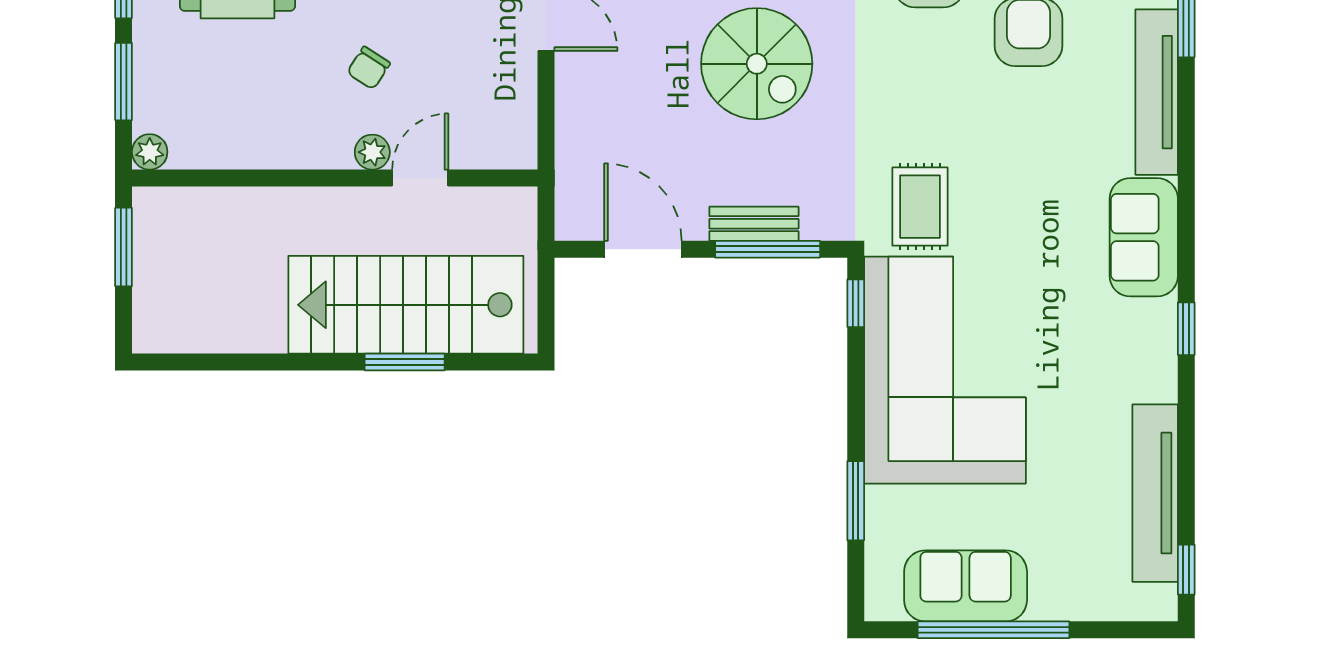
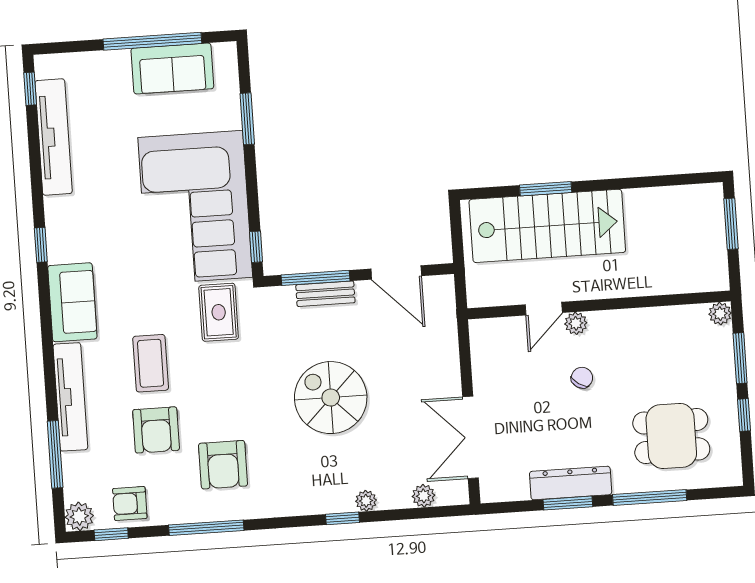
coffee table: (1030, 135) -> (151, 363), added
window: (124, 247) -> (731, 224), moved

